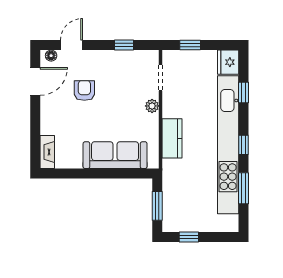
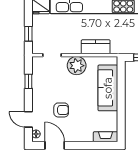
armchair: (84, 90) -> (61, 110), turned 180
plant: (152, 106) -> (77, 66), width x1.88, depth x1.88

